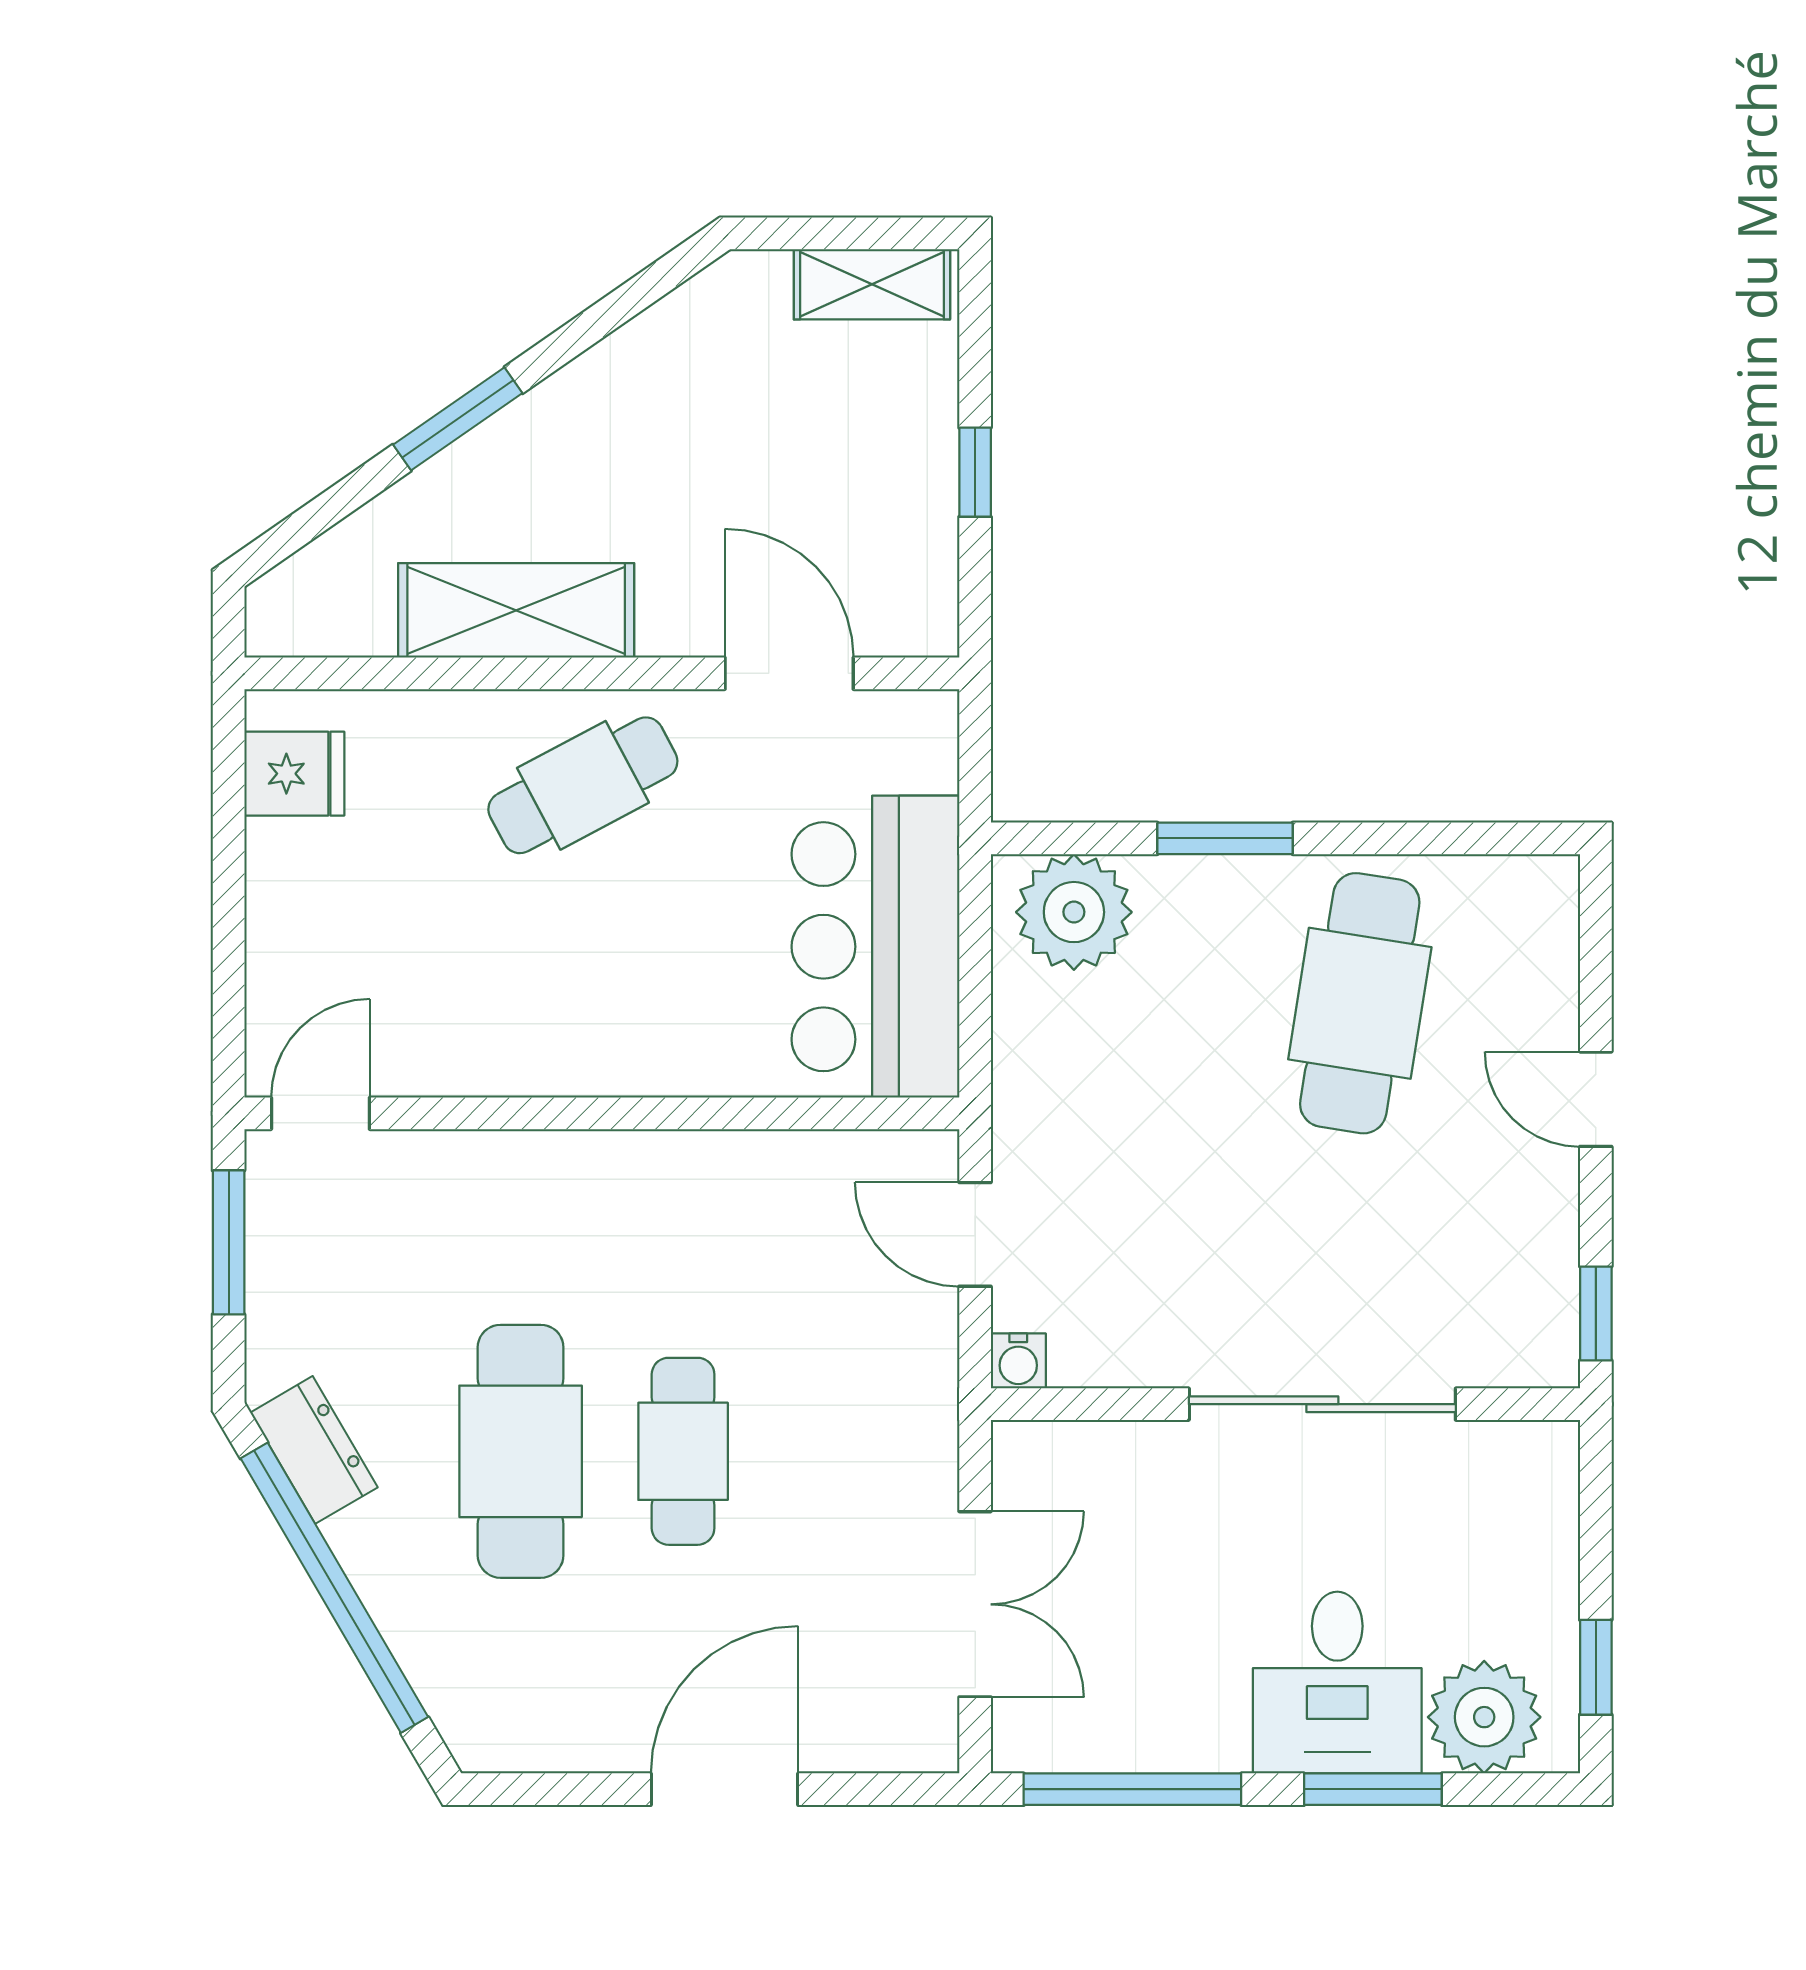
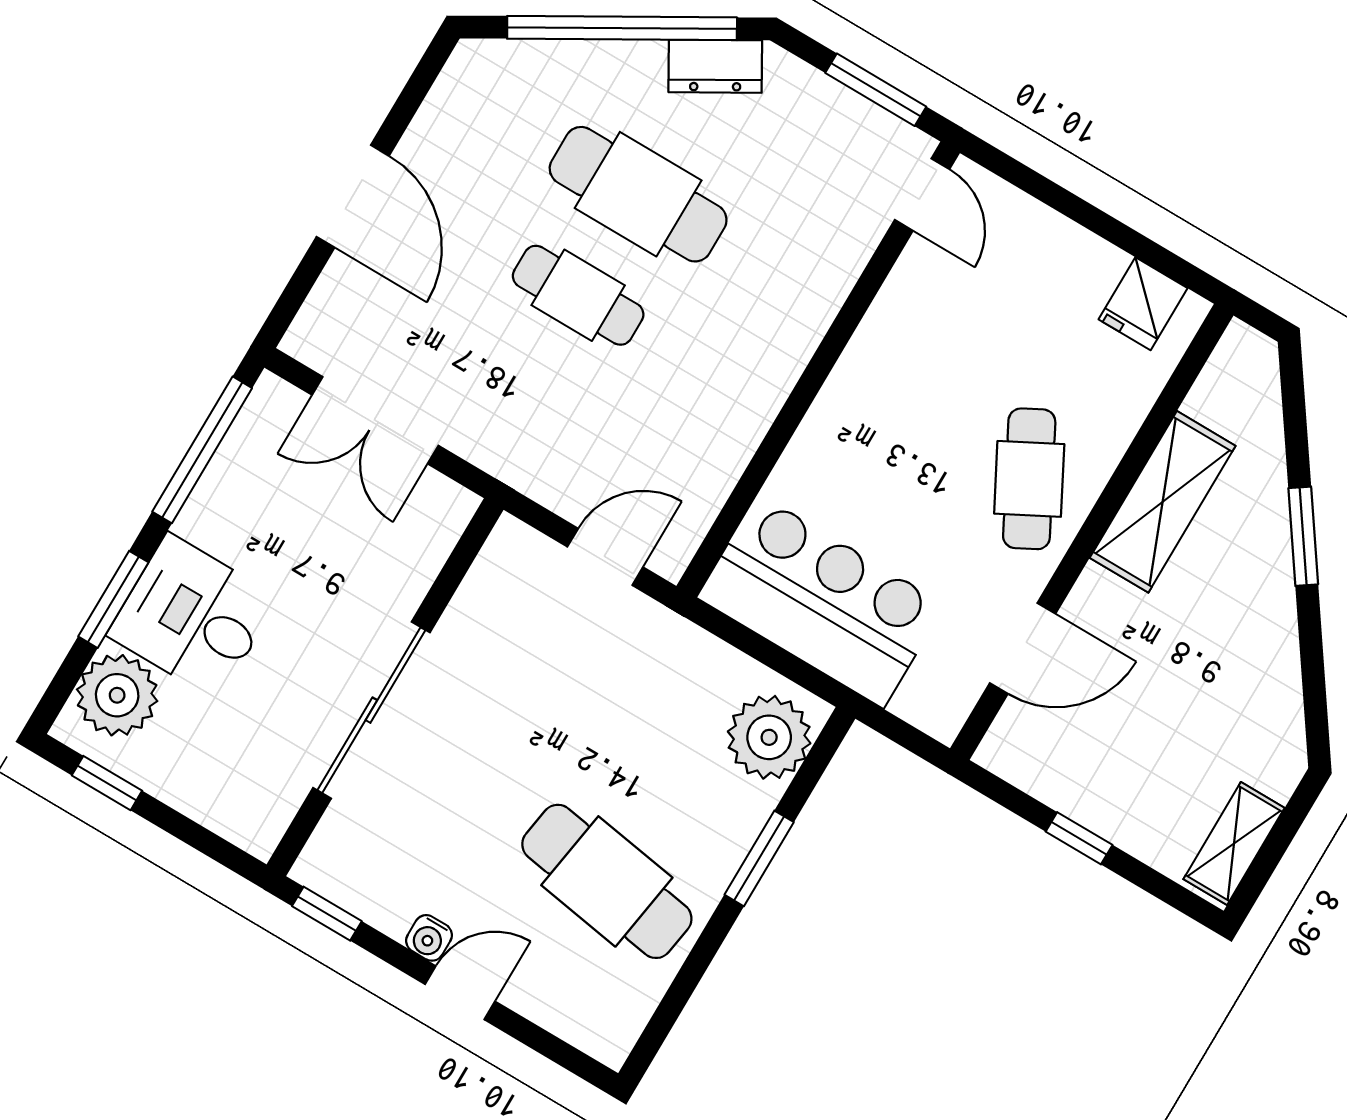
water cooler: (1018, 1361) -> (429, 938), moved, turned -90

